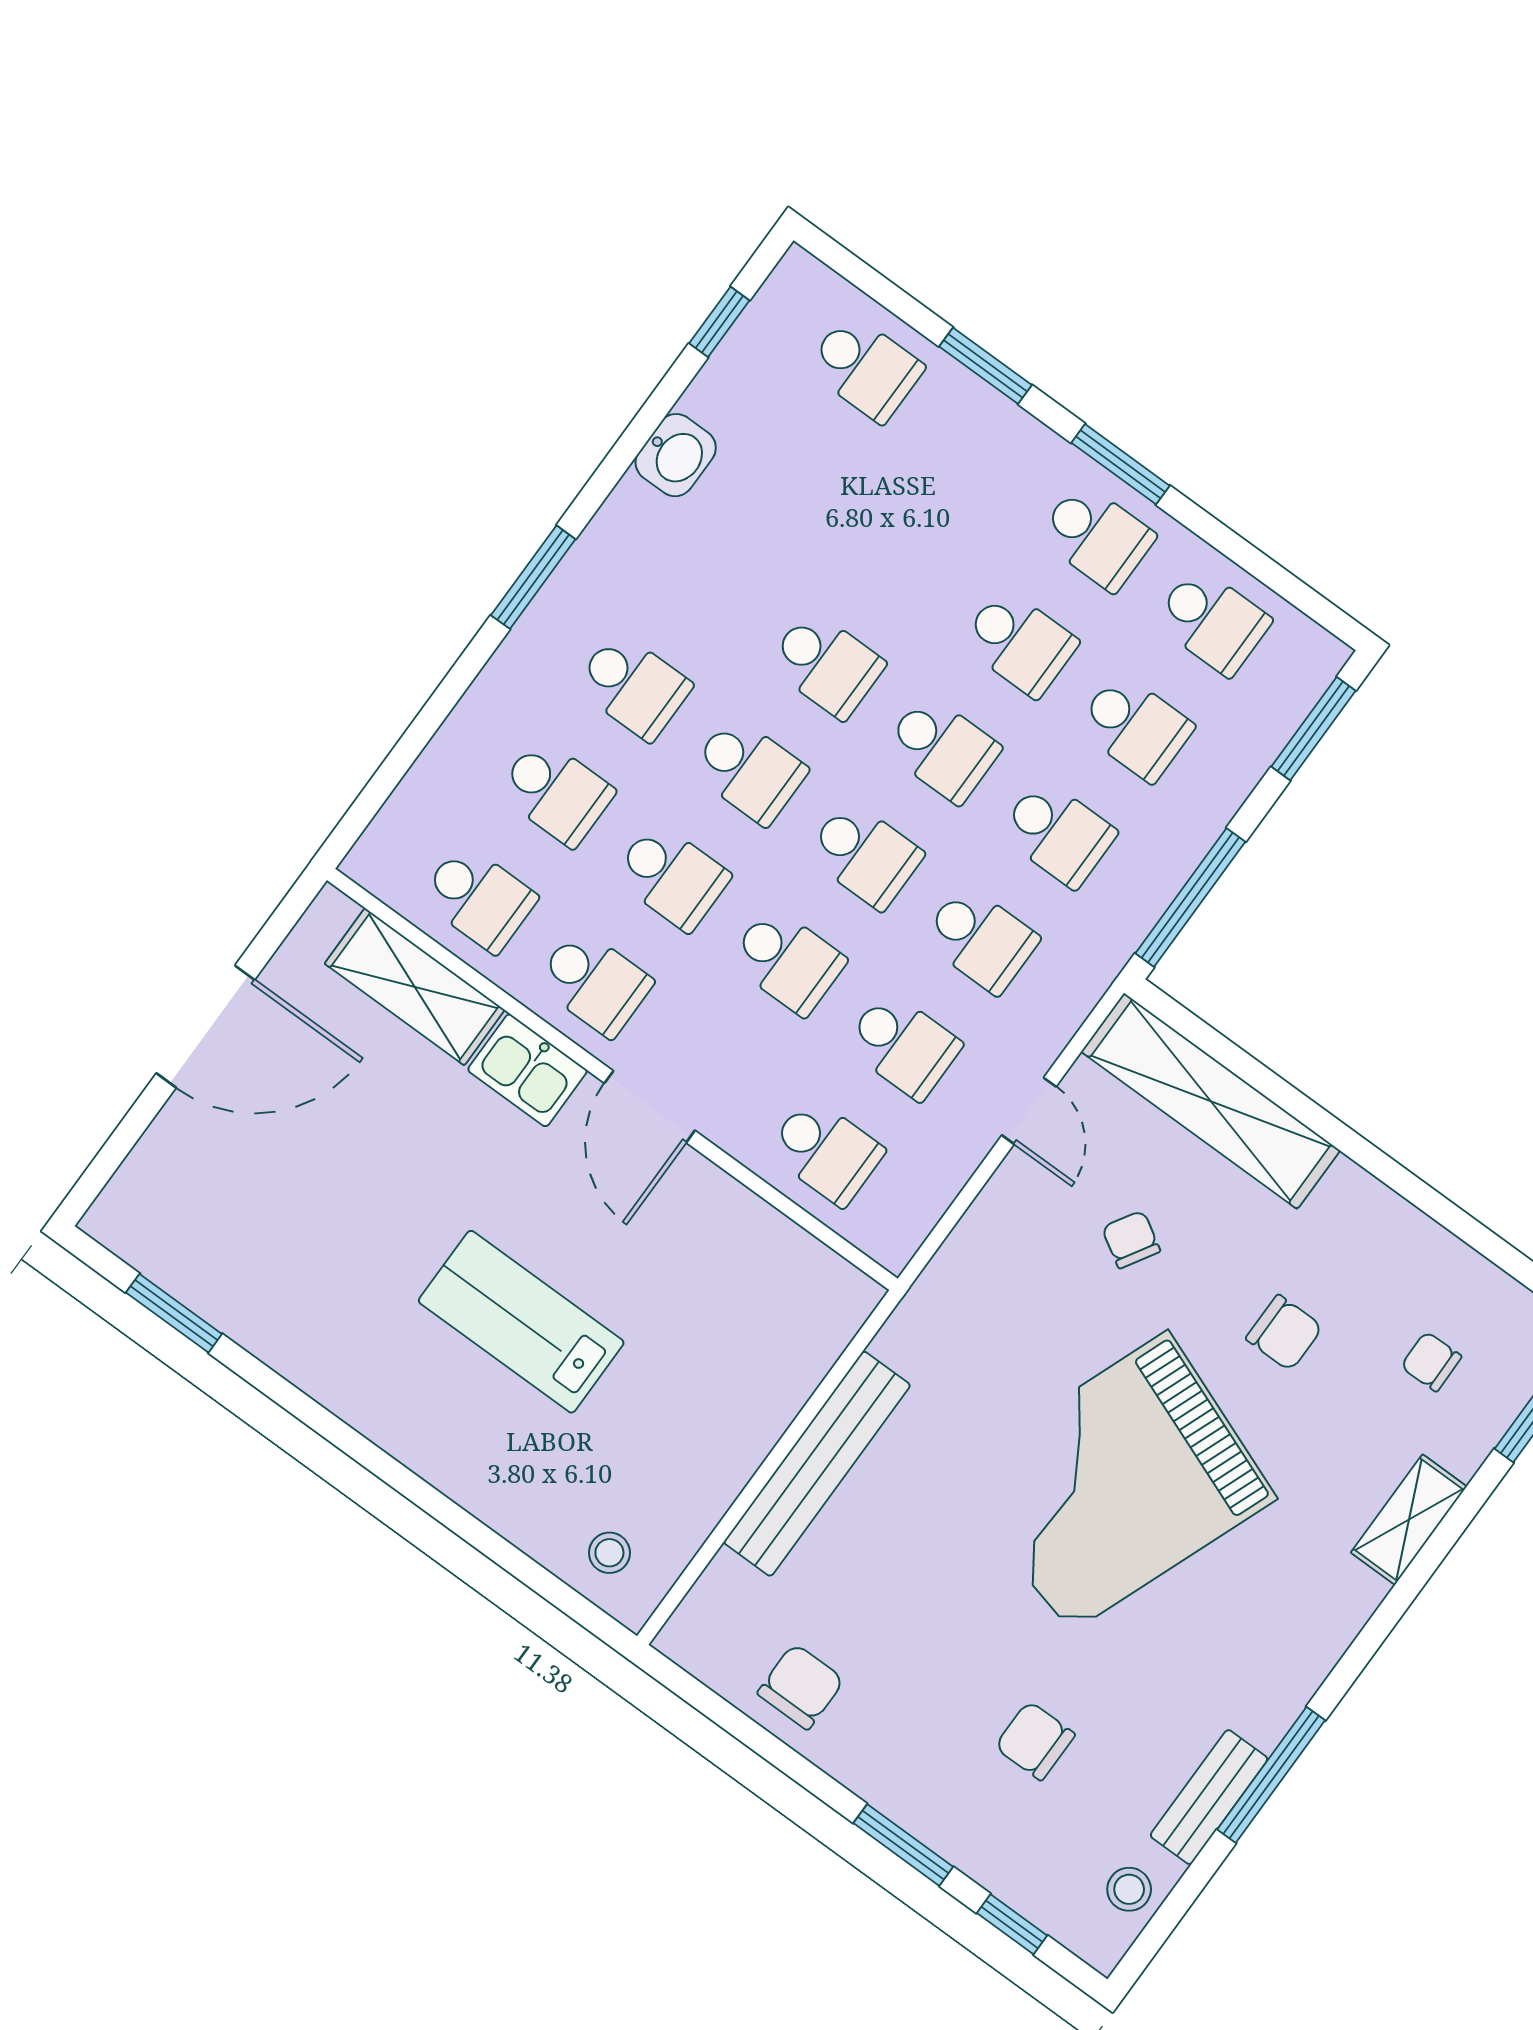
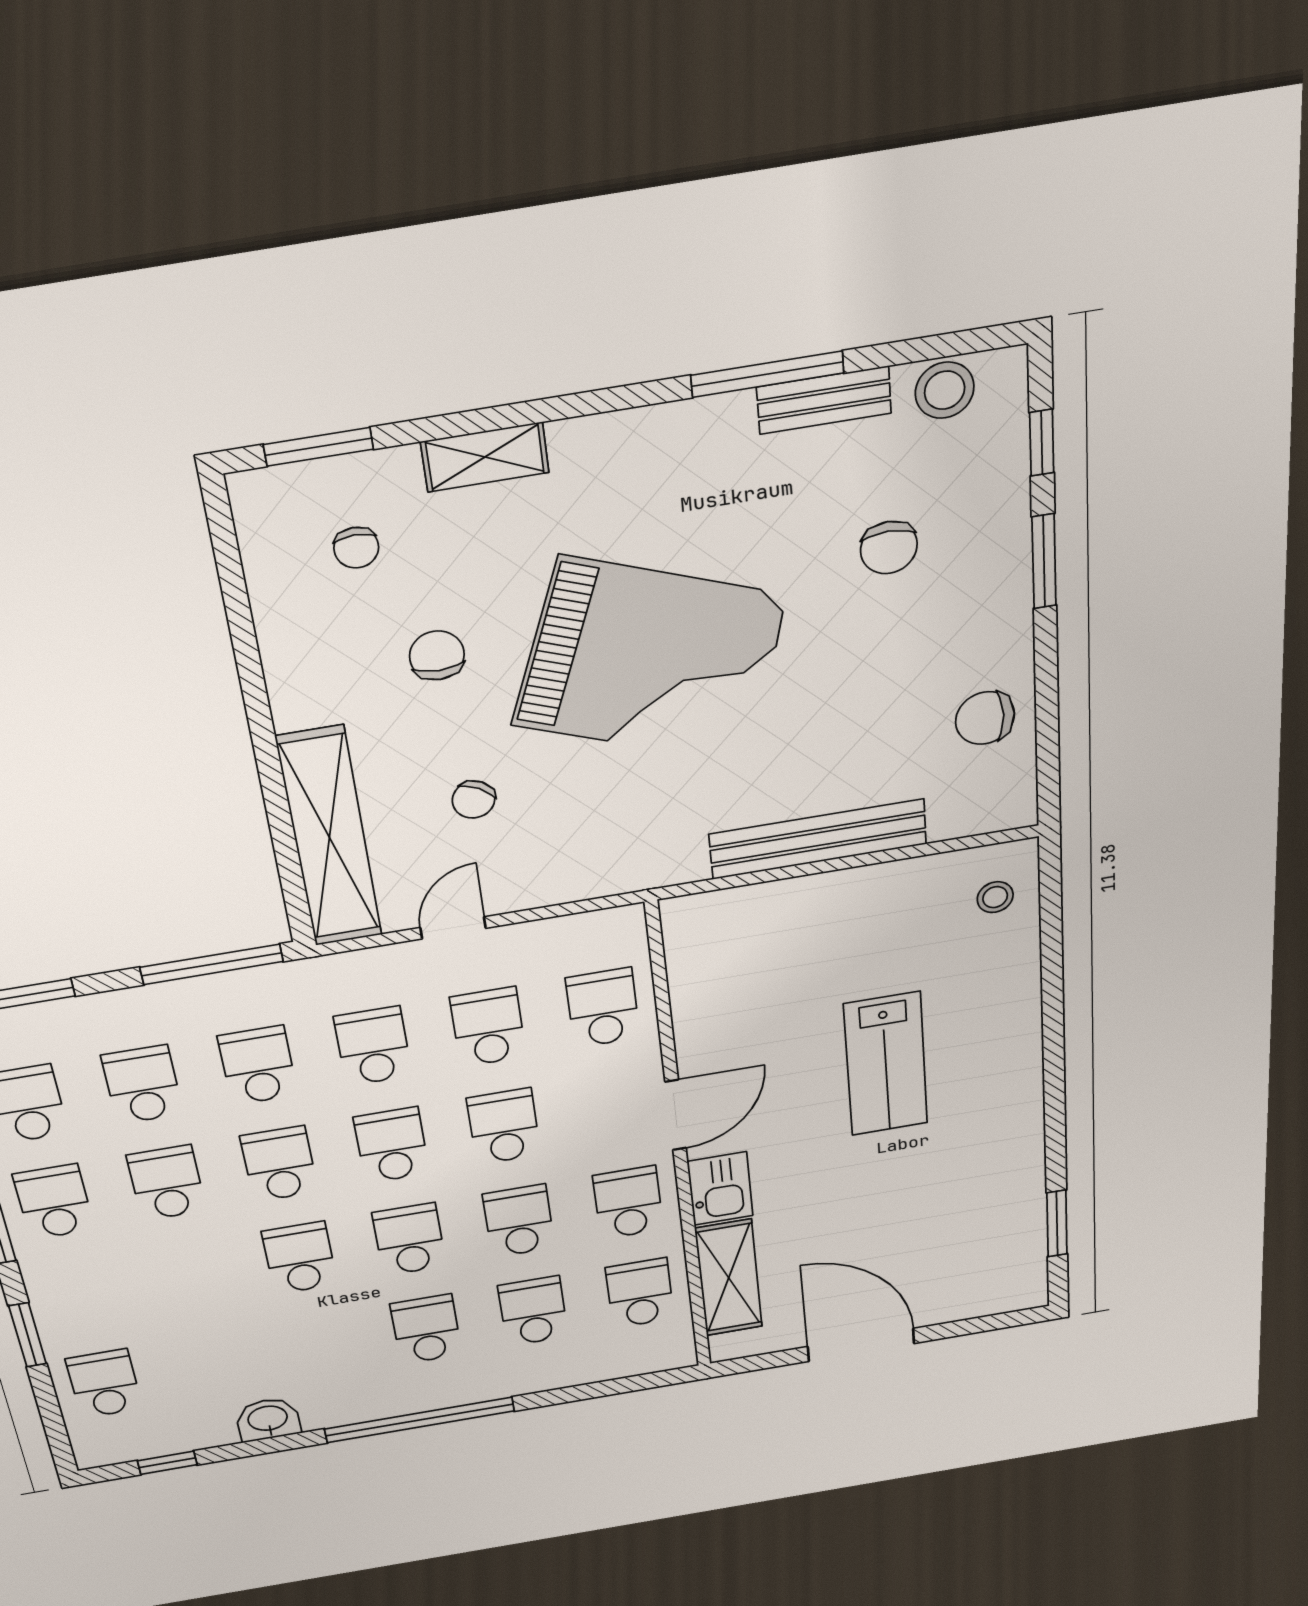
window: (533, 577) -> (420, 1420), width x2.11
stool: (1129, 1889) -> (945, 390), width x1.37, depth x1.37

